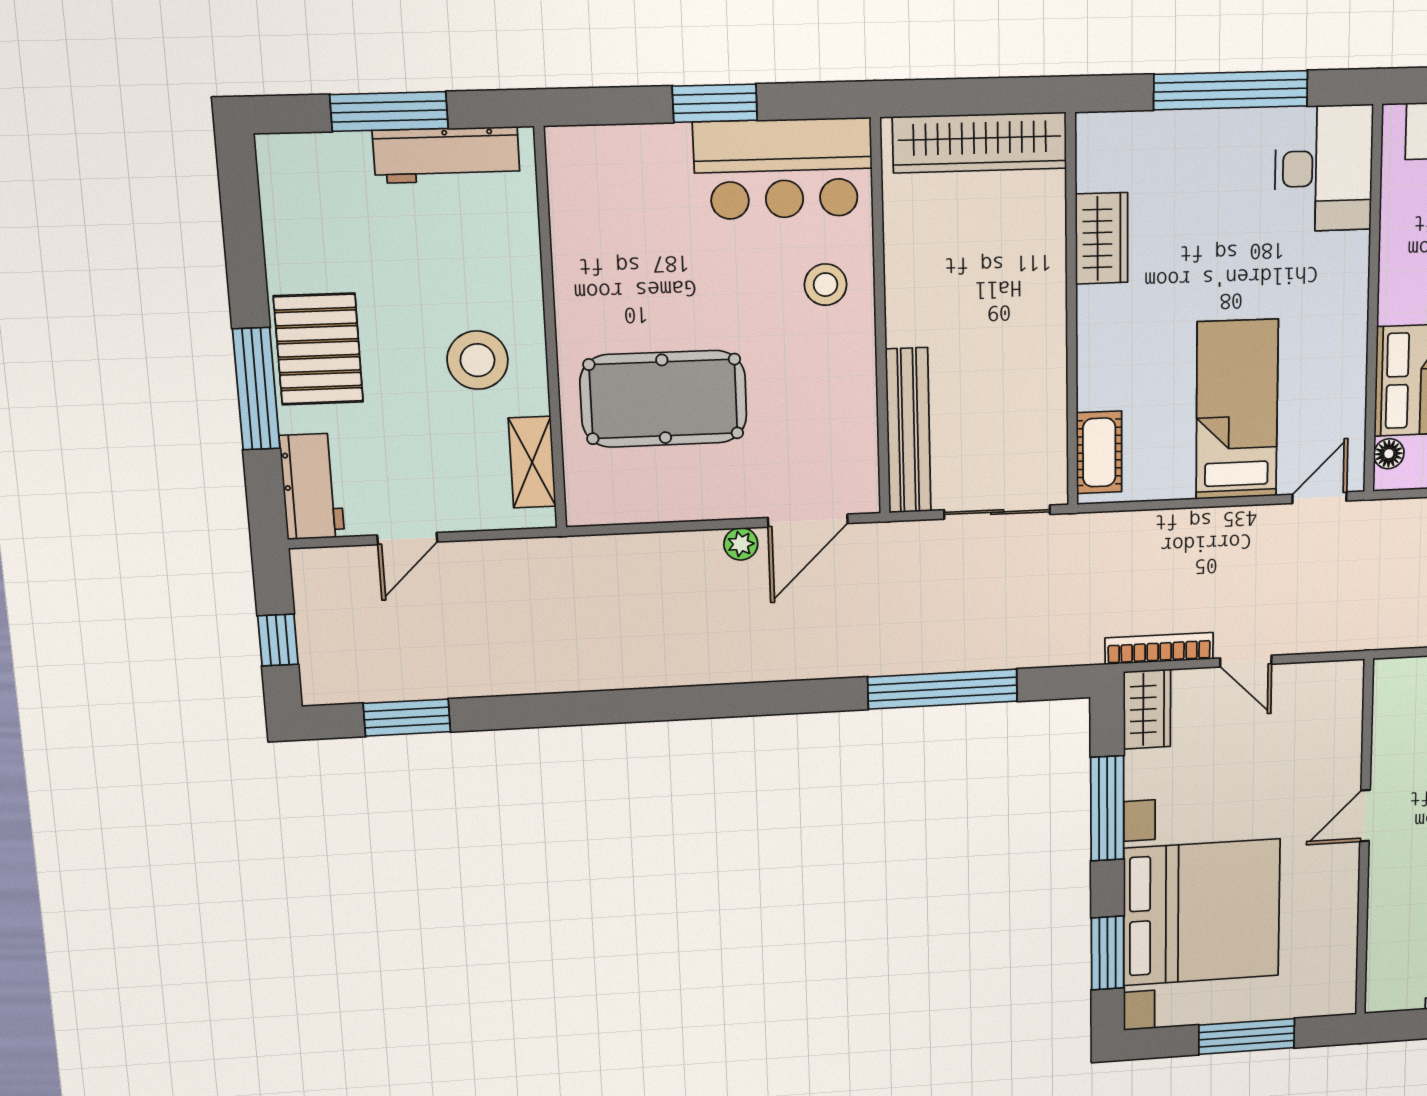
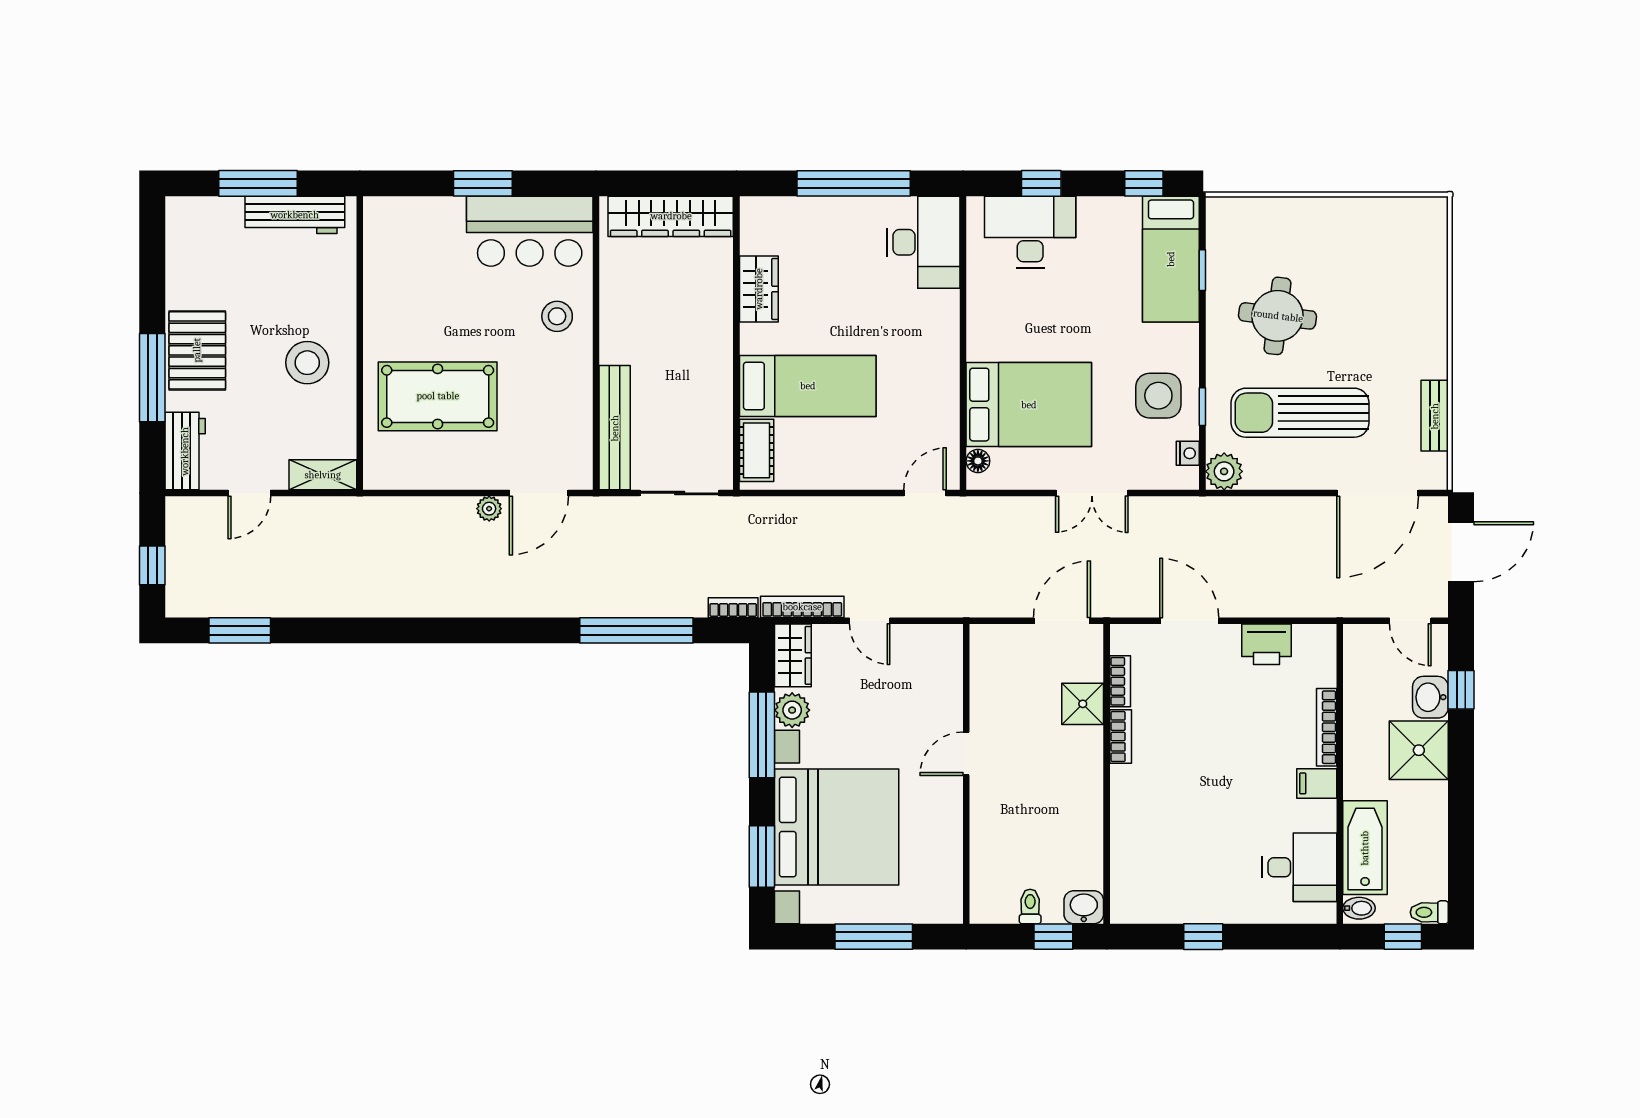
bed: (1237, 410) -> (808, 386), moved, turned 90
shelving: (532, 462) -> (323, 475), moved, turned 90
bookcase: (1069, 654) -> (733, 608), added
plant: (1146, 776) -> (792, 710), added

